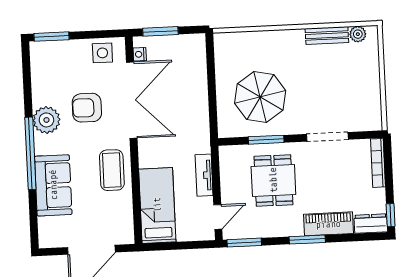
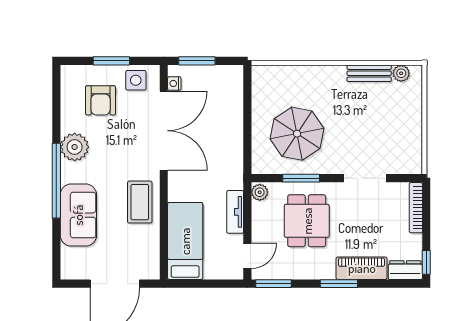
window: (51, 37) -> (111, 61), moved
armchair: (87, 108) -> (101, 100), moved, turned -90
plant: (227, 155) -> (260, 192), added

